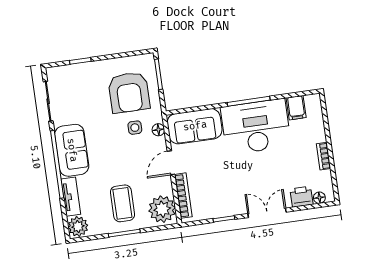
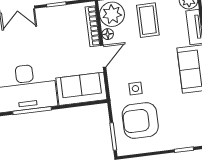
armchair: (129, 92) -> (140, 120), turned -90
floor lamp: (158, 130) -> (108, 34), moved

